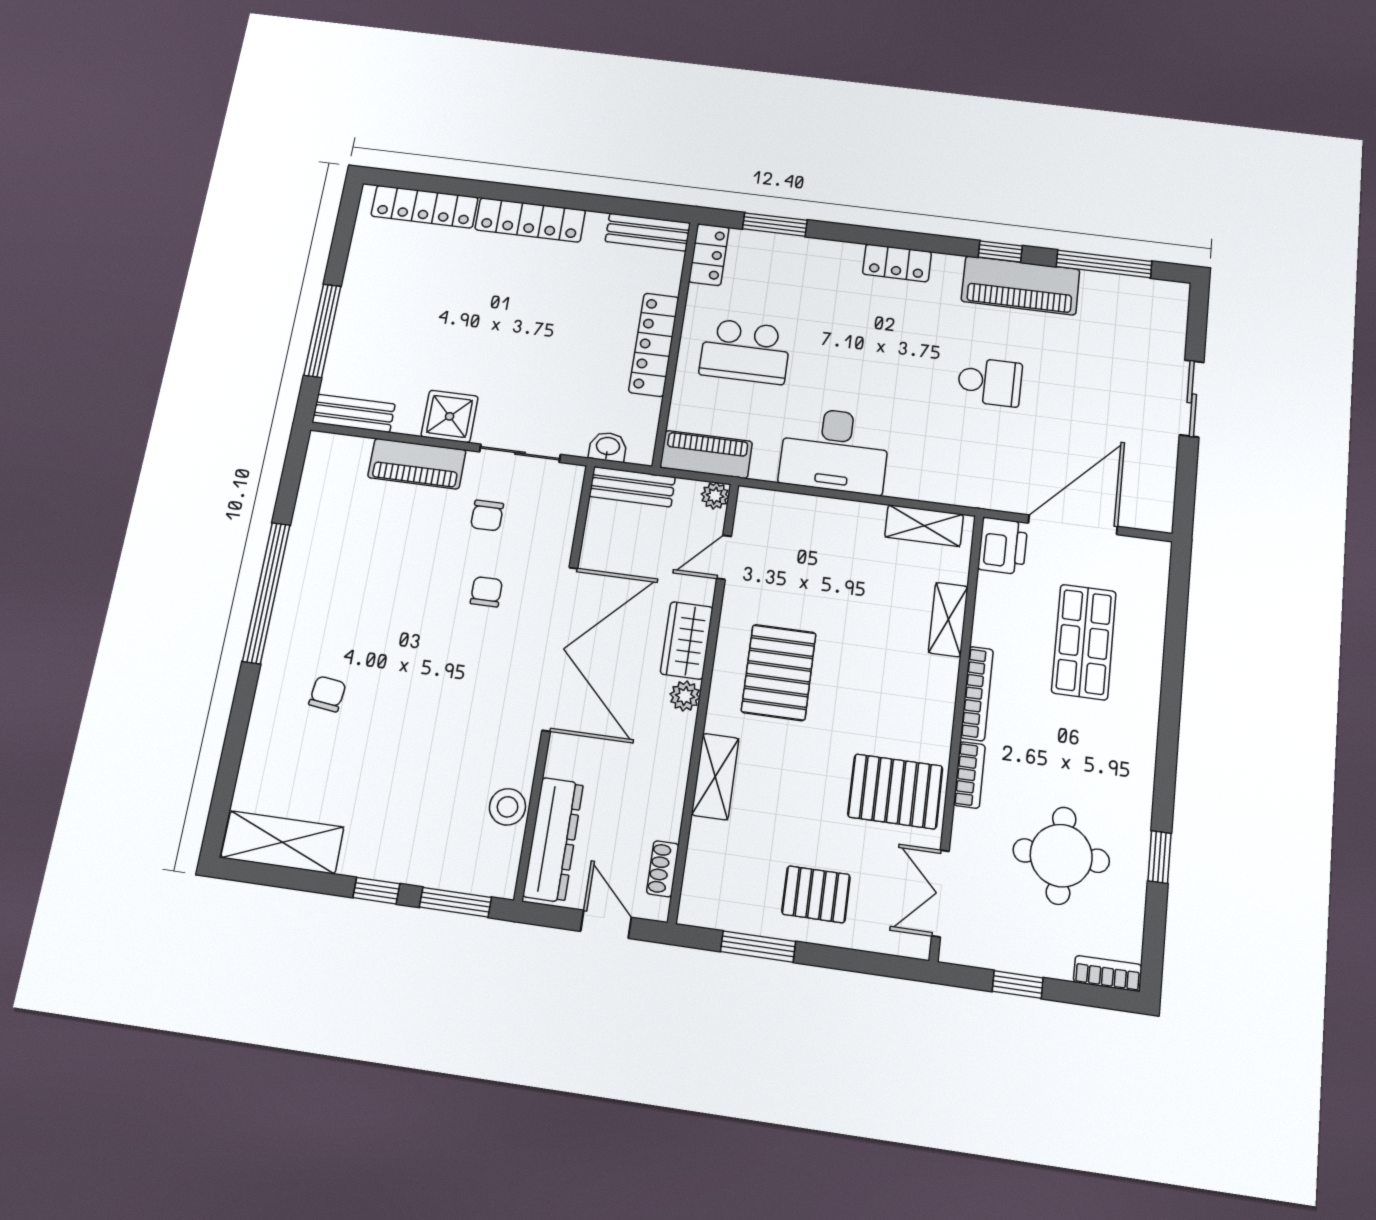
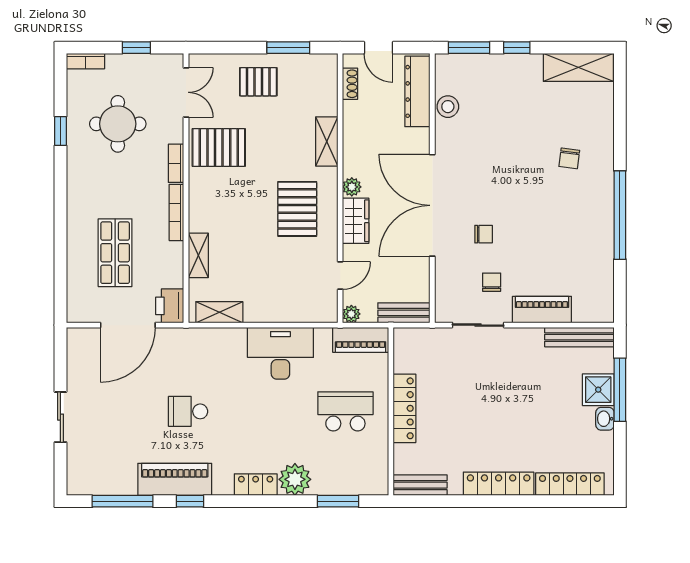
locker: (709, 255) -> (378, 475), removed
plant: (836, 263) -> (295, 479), added
bench: (354, 413) -> (579, 337), width x1.36
shower: (450, 416) -> (598, 390), moved
washbasin: (608, 447) -> (605, 419), moved, turned 90
chair: (486, 592) -> (484, 234), turned -90

